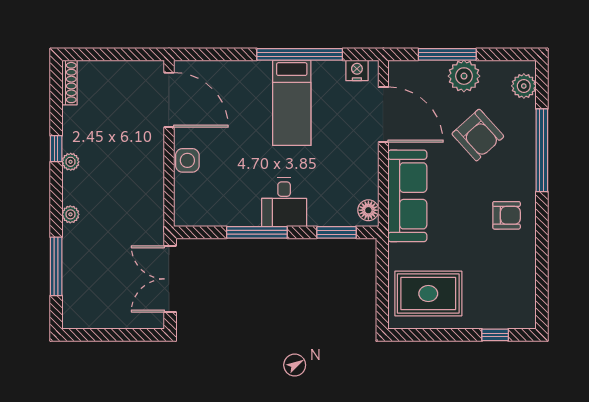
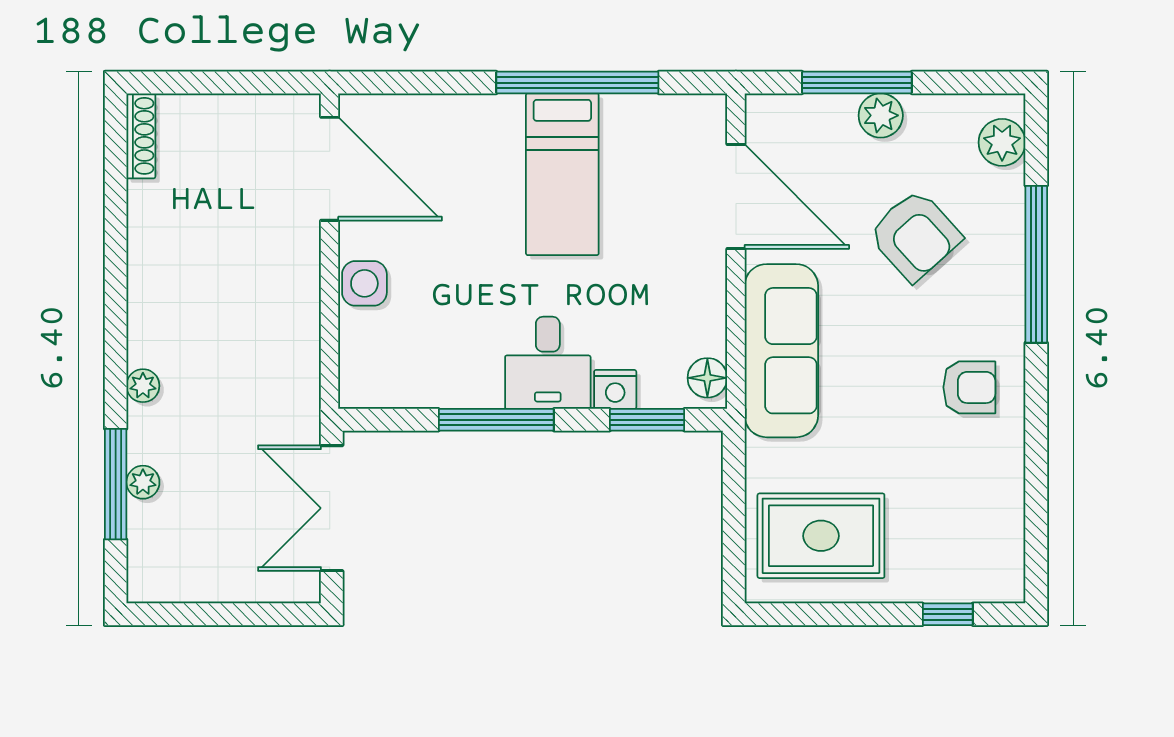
nightstand: (357, 70) -> (615, 389), moved, turned 180
plant: (464, 76) -> (881, 115), width x0.73, depth x0.73
window: (56, 149) -> (116, 261), removed
plant: (71, 162) -> (143, 482), moved

